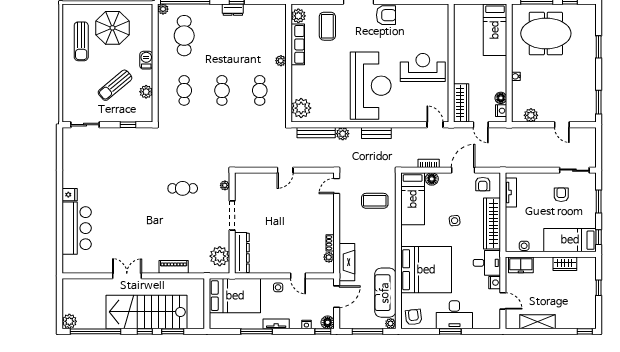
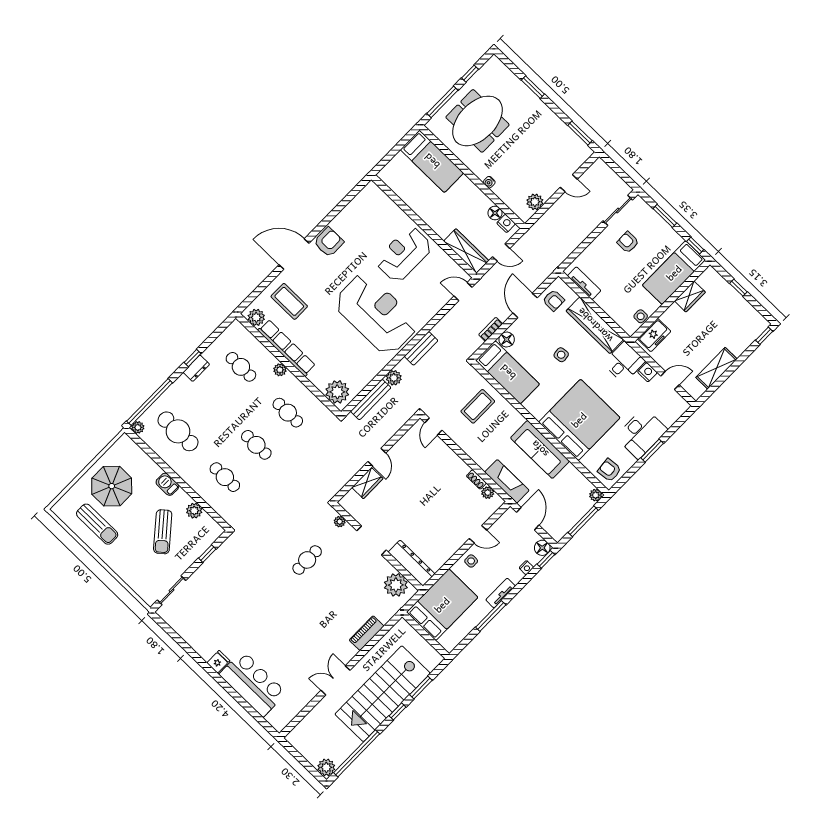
cafe table: (260, 36) -> (241, 367), added
row of seats: (298, 44) -> (287, 348), width x1.36
wardrobe: (264, 179) -> (367, 483), added
sofa: (385, 293) -> (540, 449), moved

